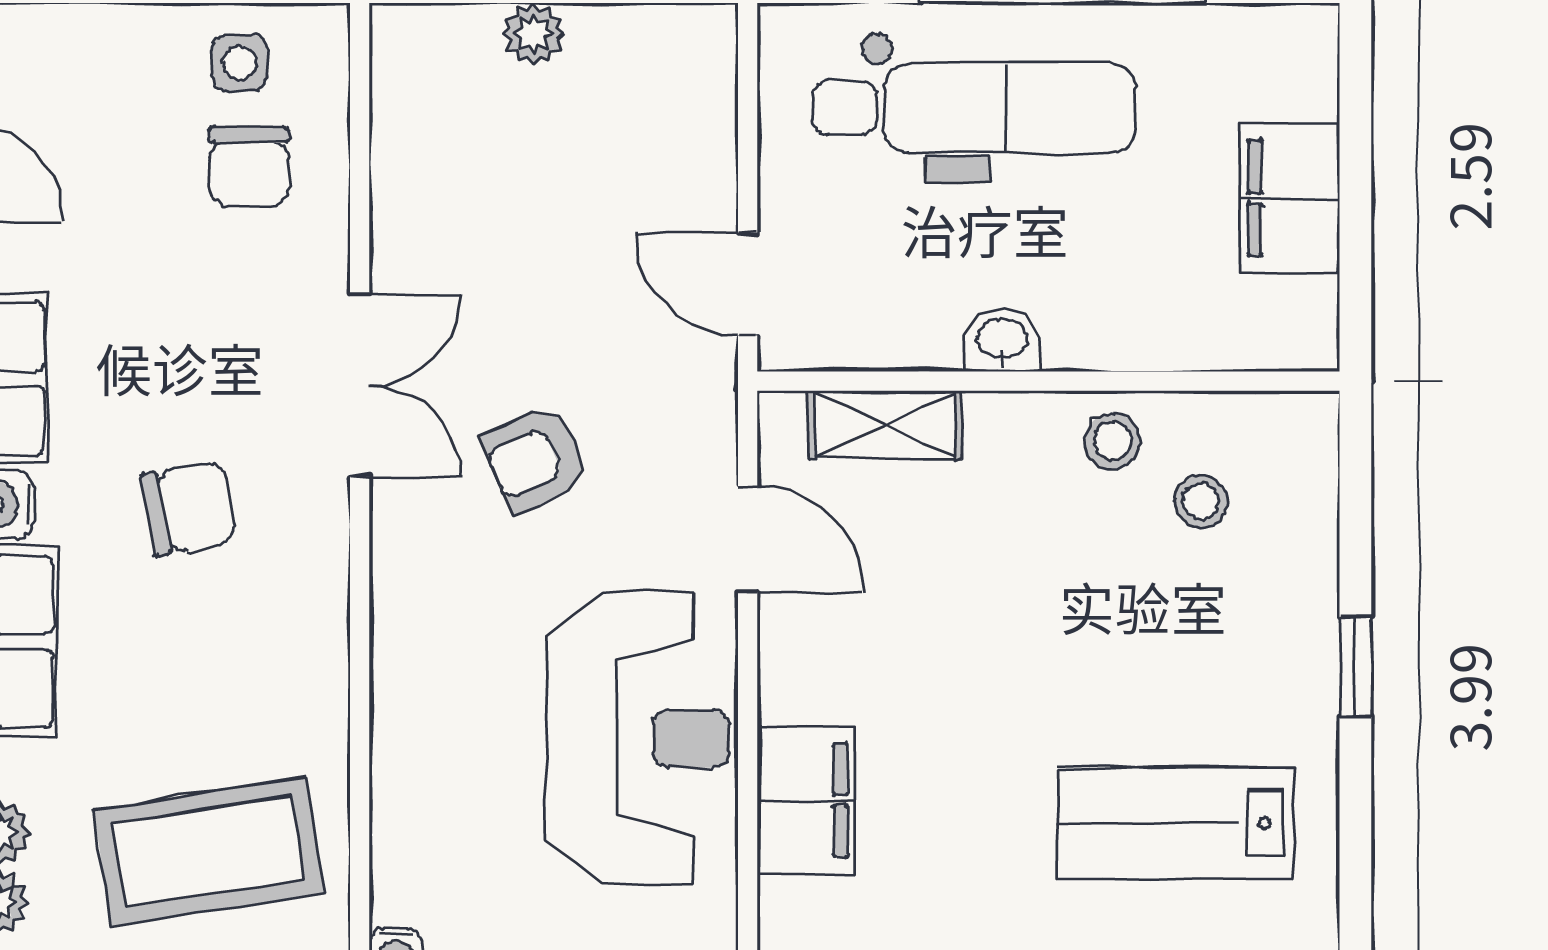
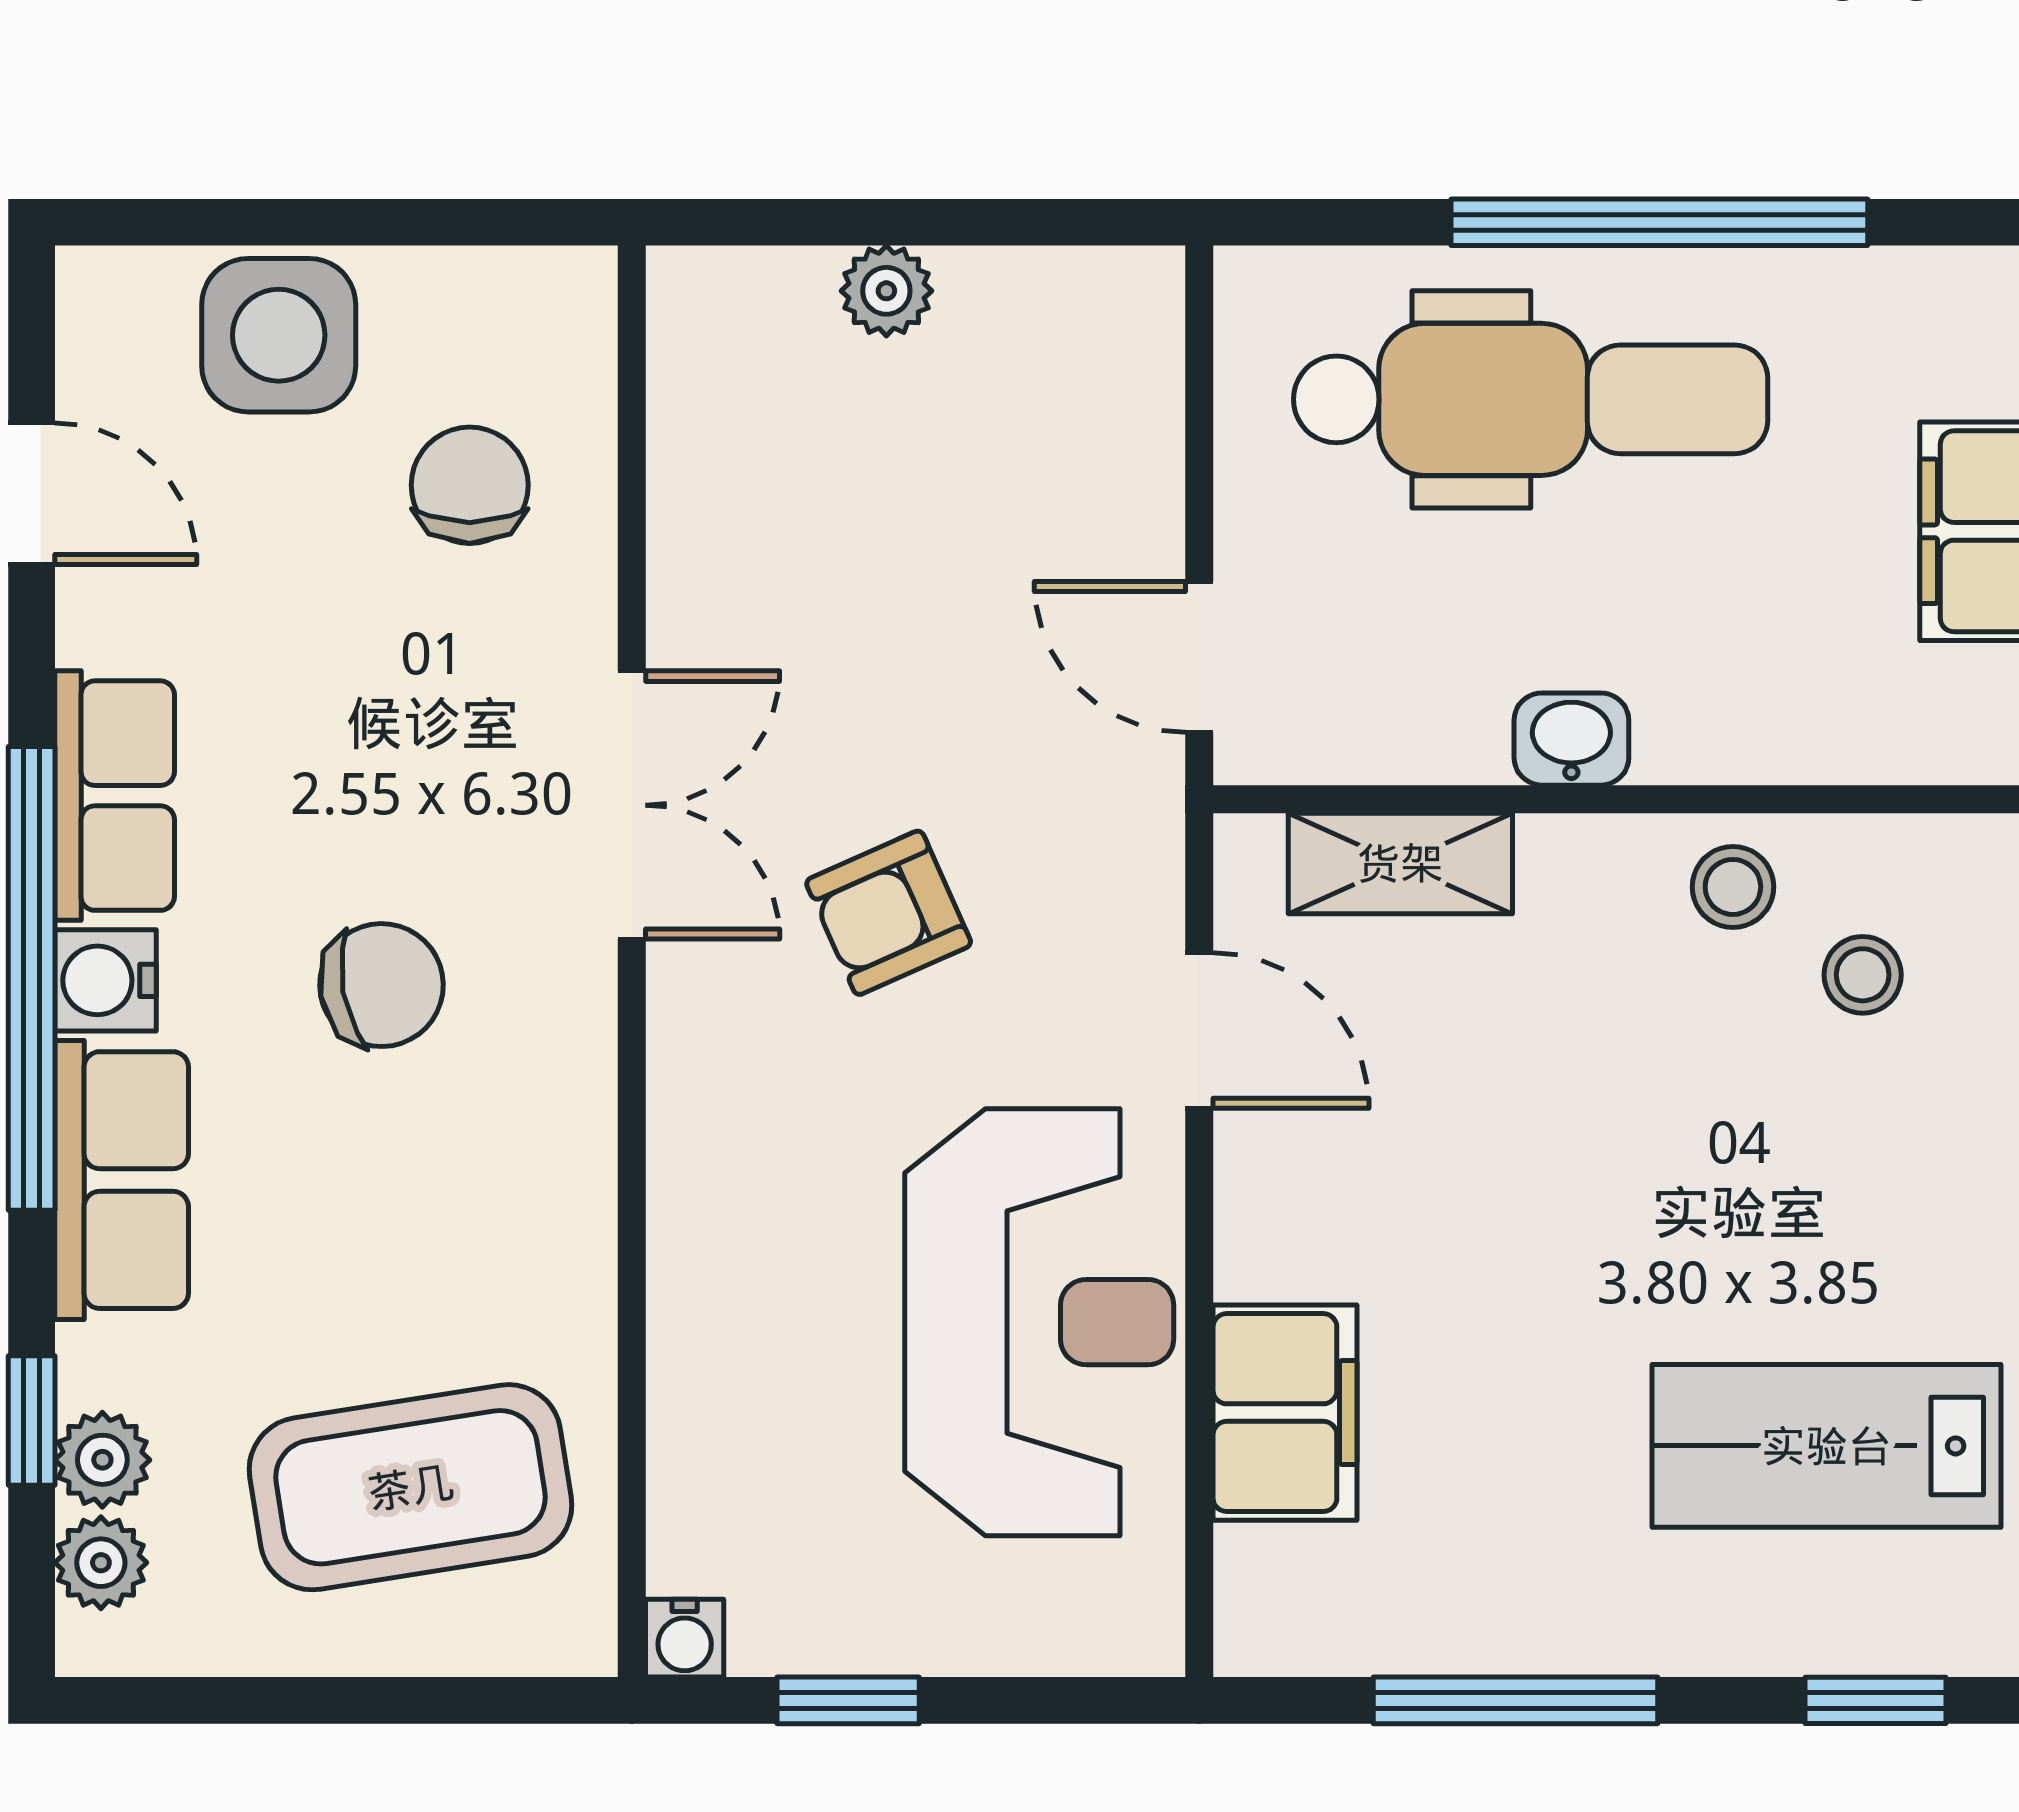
side table: (240, 63) -> (279, 335), moved, width x1.87, depth x1.87
chair: (249, 167) -> (470, 485), turned 180

